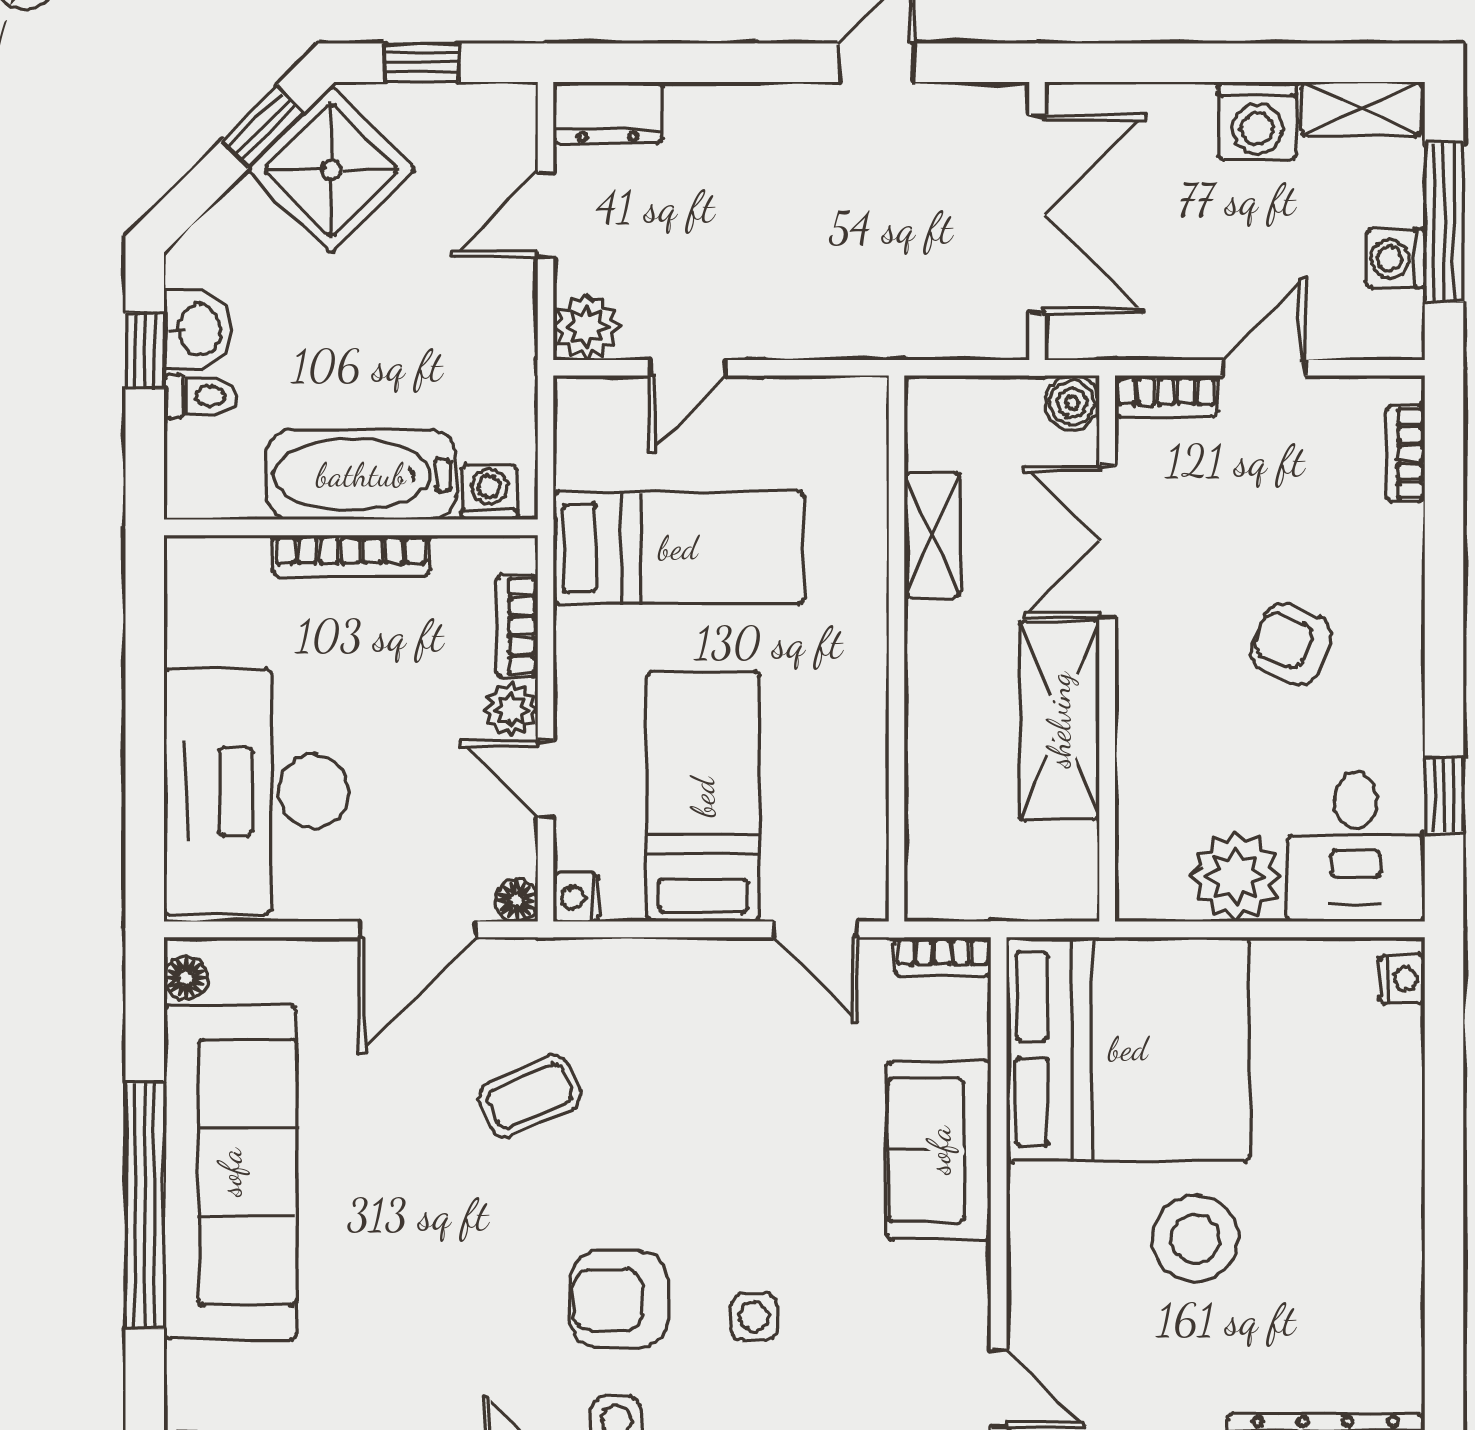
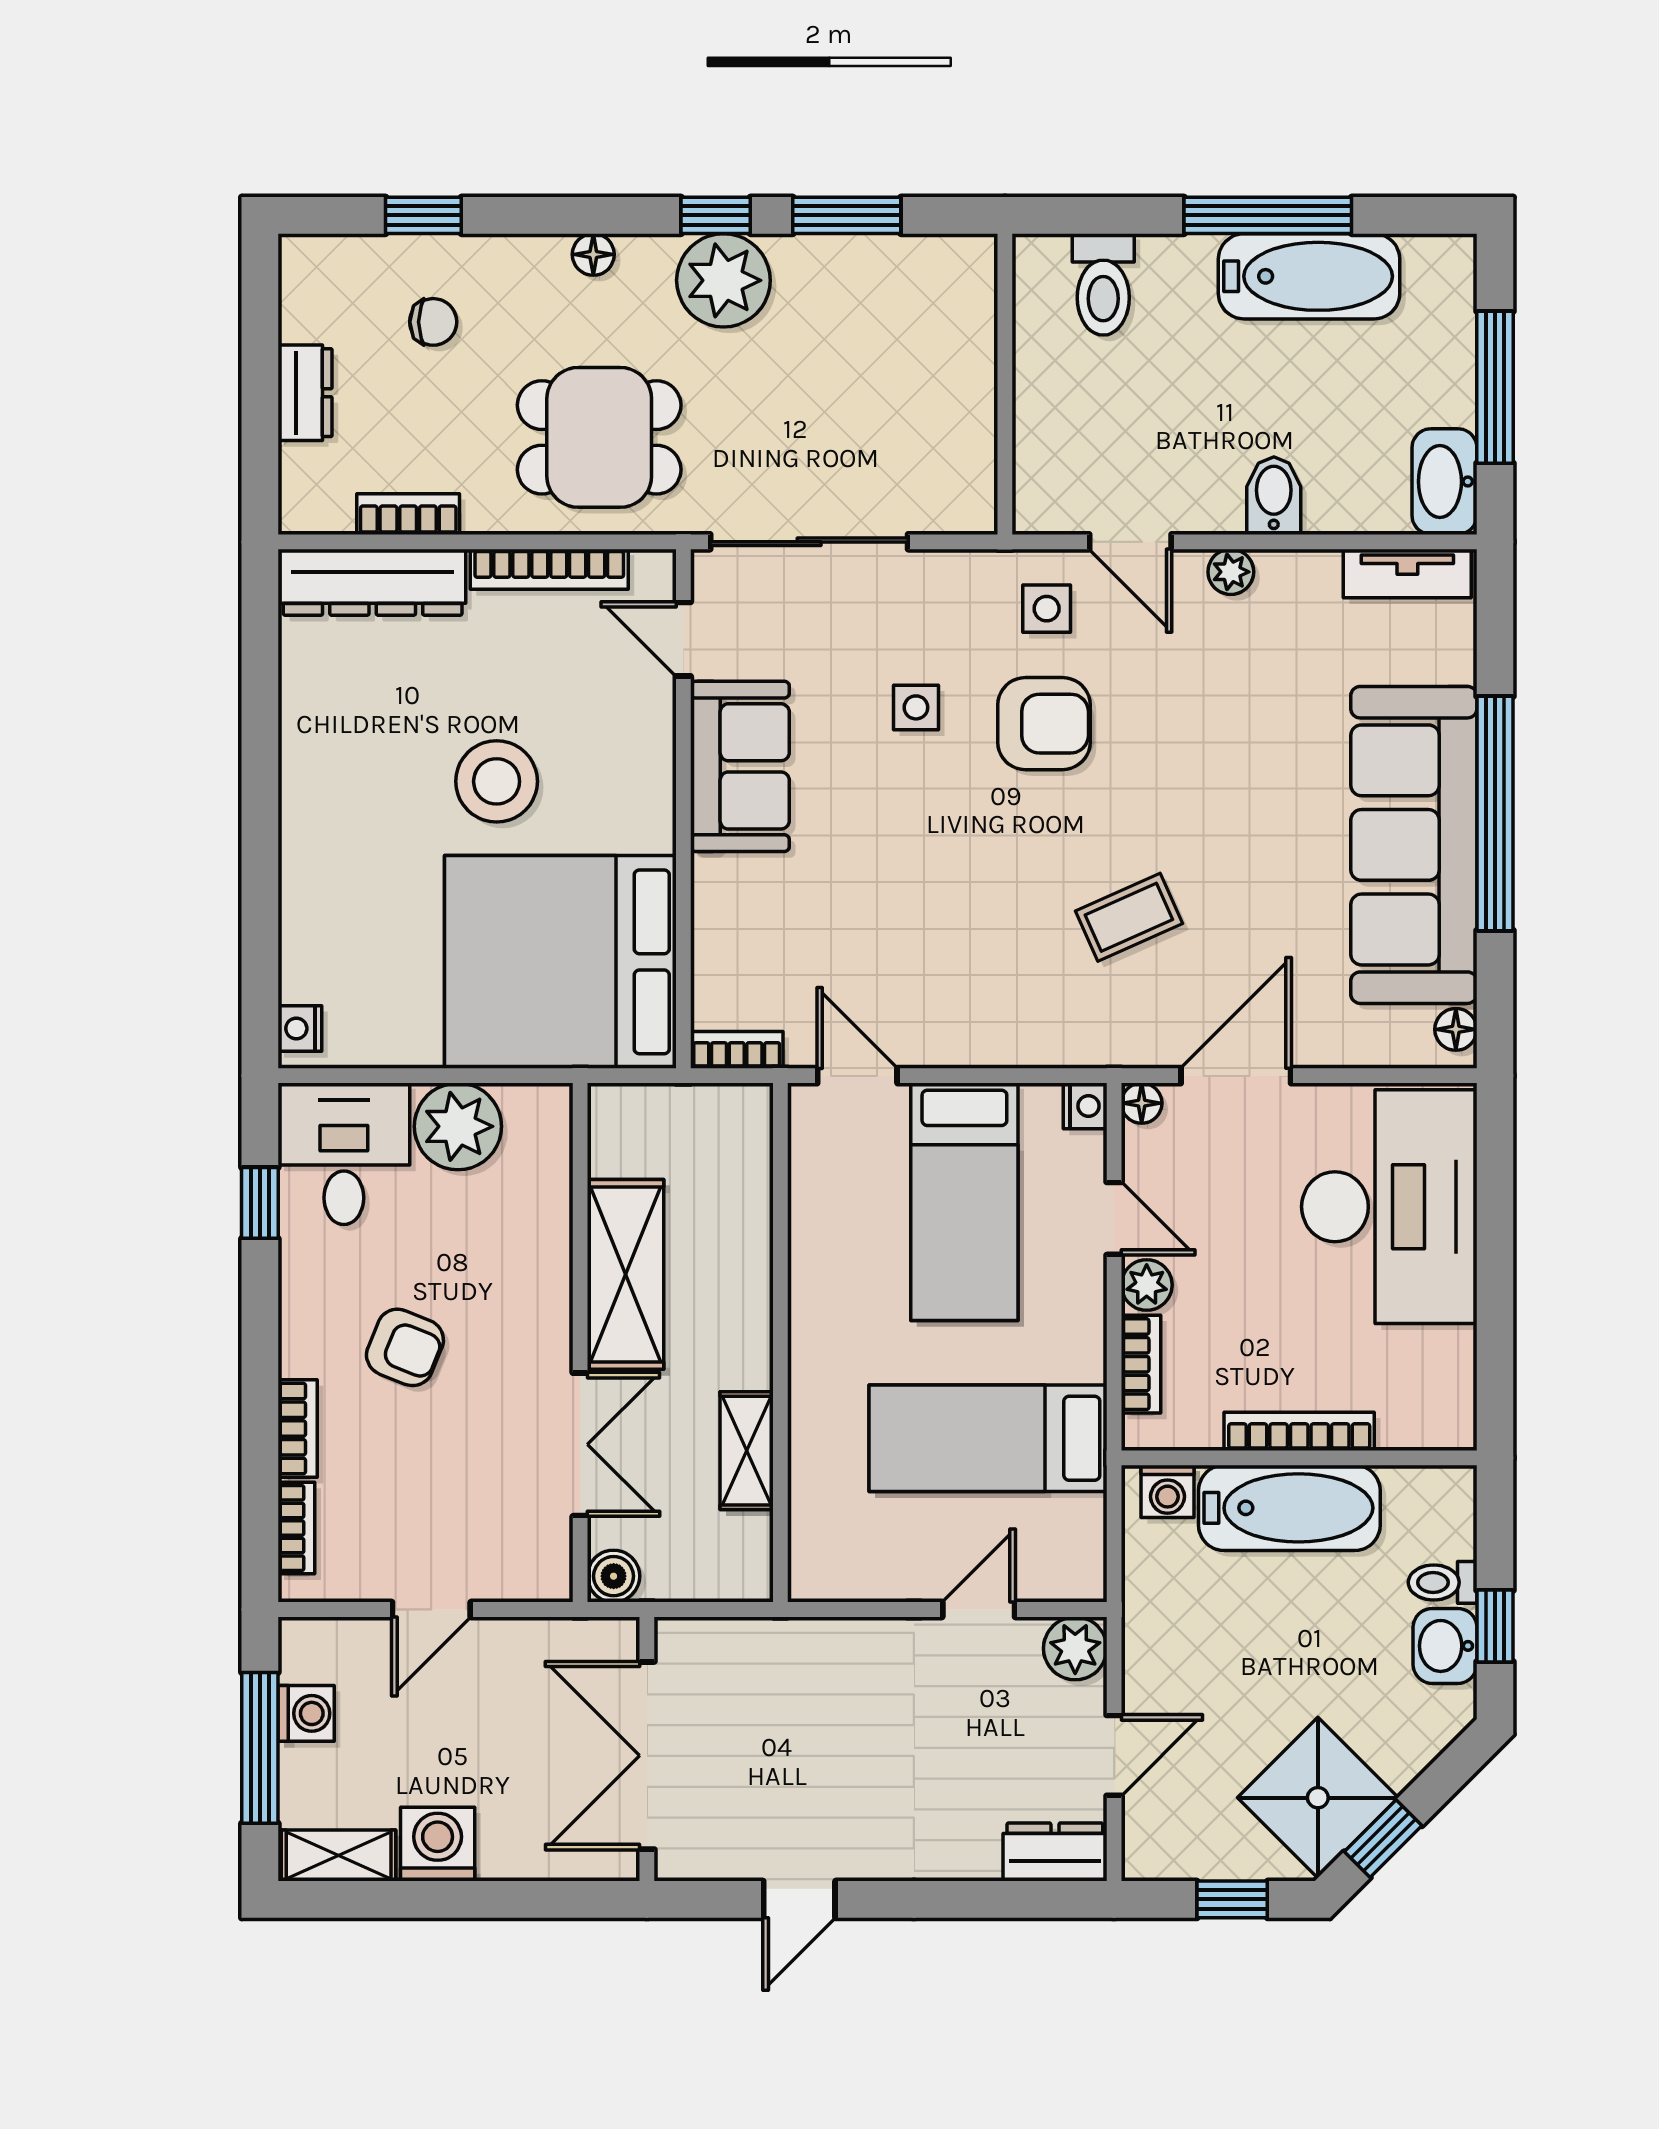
bookcase: (1166, 396) -> (298, 1429), moved, turned 90
sofa: (939, 1150) -> (740, 766), moved

